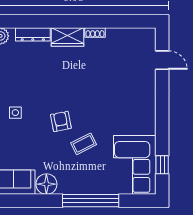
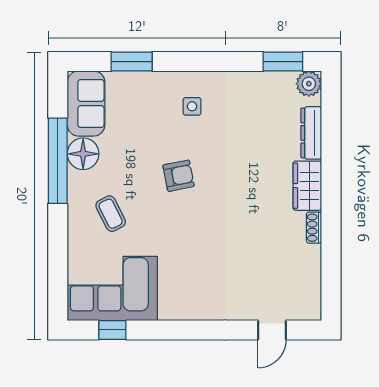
coffee table: (84, 144) -> (111, 214), moved
window: (91, 201) -> (58, 161), moved

